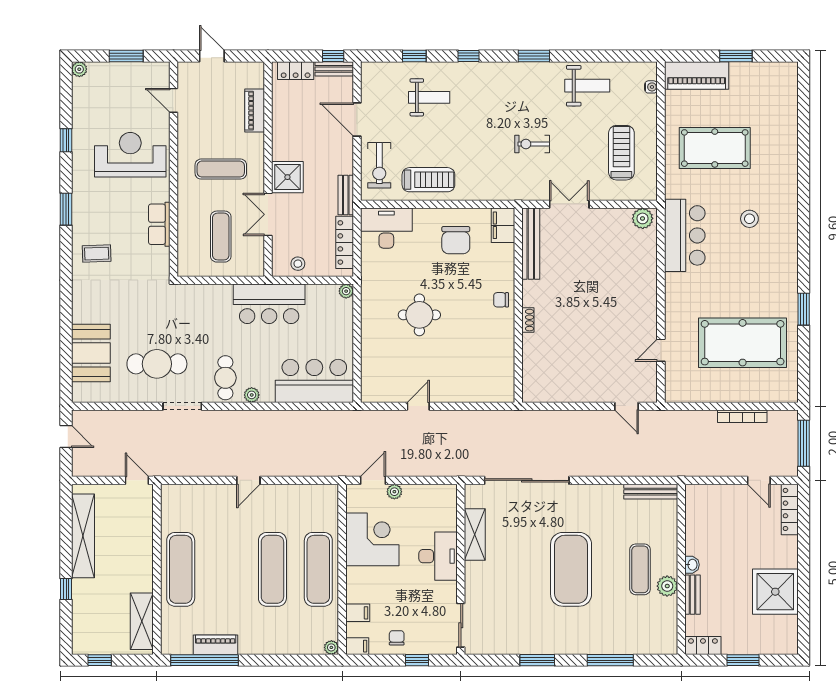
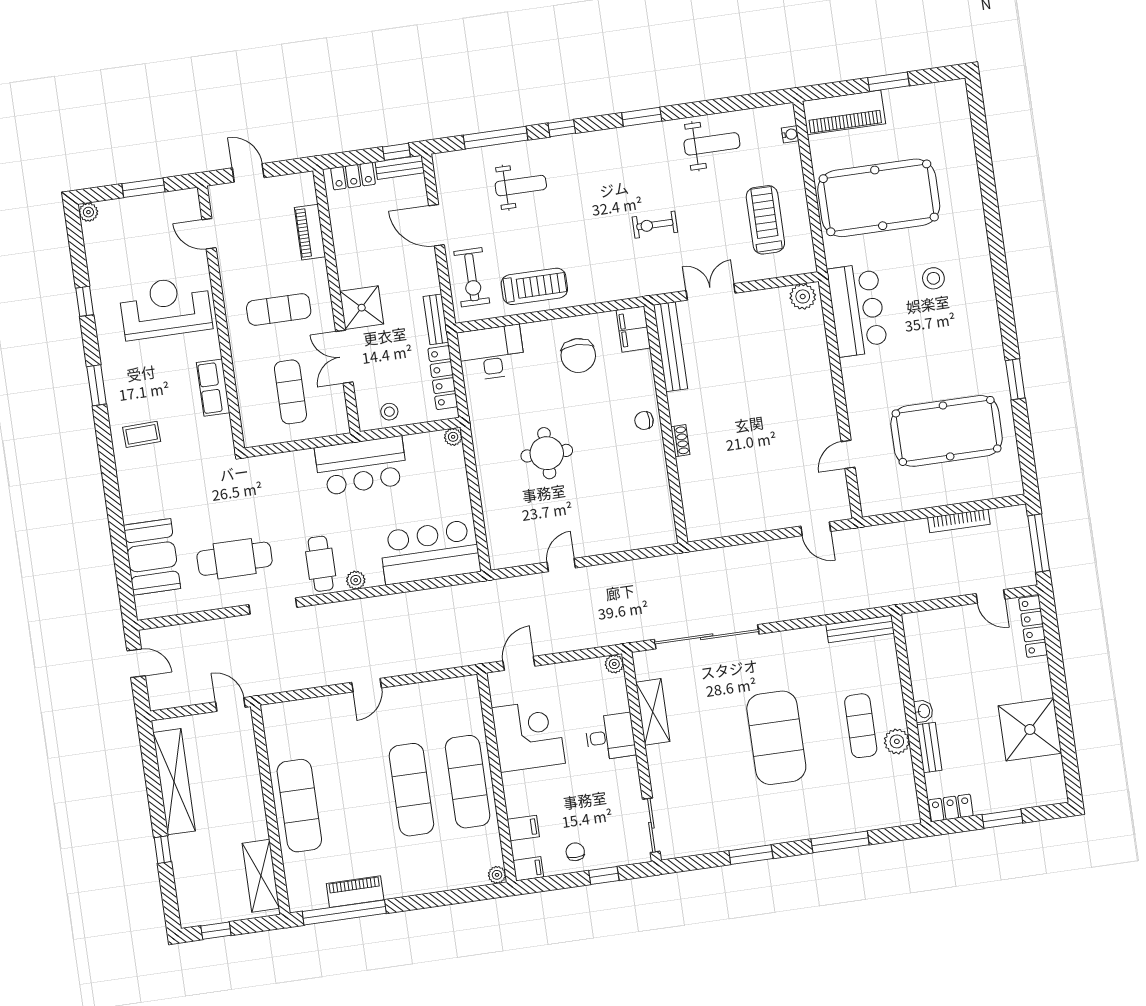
window: (414, 56) -> (496, 138), width x2.17
pool table: (715, 148) -> (879, 198), width x1.36, depth x1.32
plant: (394, 492) -> (614, 664), moved
desk: (438, 556) -> (610, 737), width x0.73

